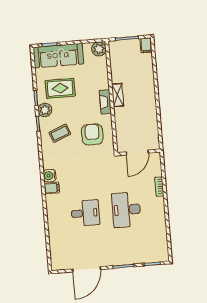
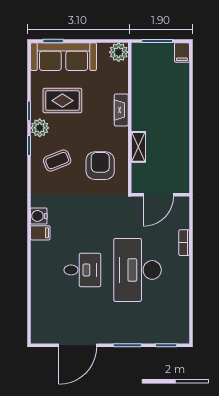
shelving: (118, 95) -> (138, 147), moved
fireplace: (105, 102) -> (121, 110), moved
desk: (126, 210) -> (137, 270), width x1.36, depth x1.30

